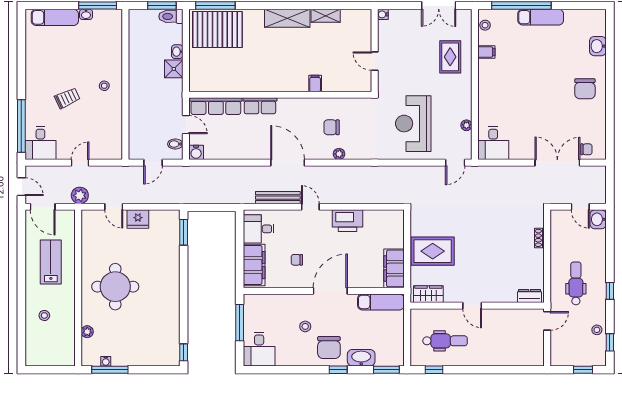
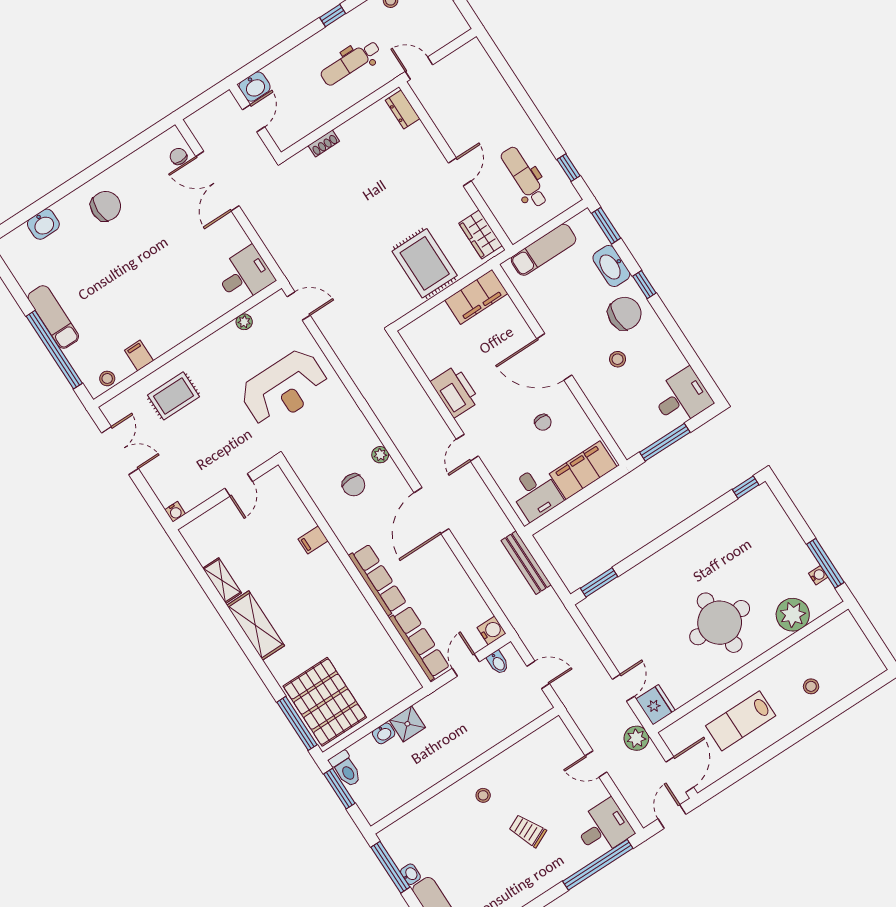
row of seats: (260, 106) -> (378, 580), width x1.48
bench: (278, 198) -> (526, 563), moved
fridge: (138, 219) -> (656, 705), moved
exam couch: (381, 302) -> (544, 250), moved, turned 90
plant: (87, 332) -> (793, 615), width x1.87, depth x1.87

